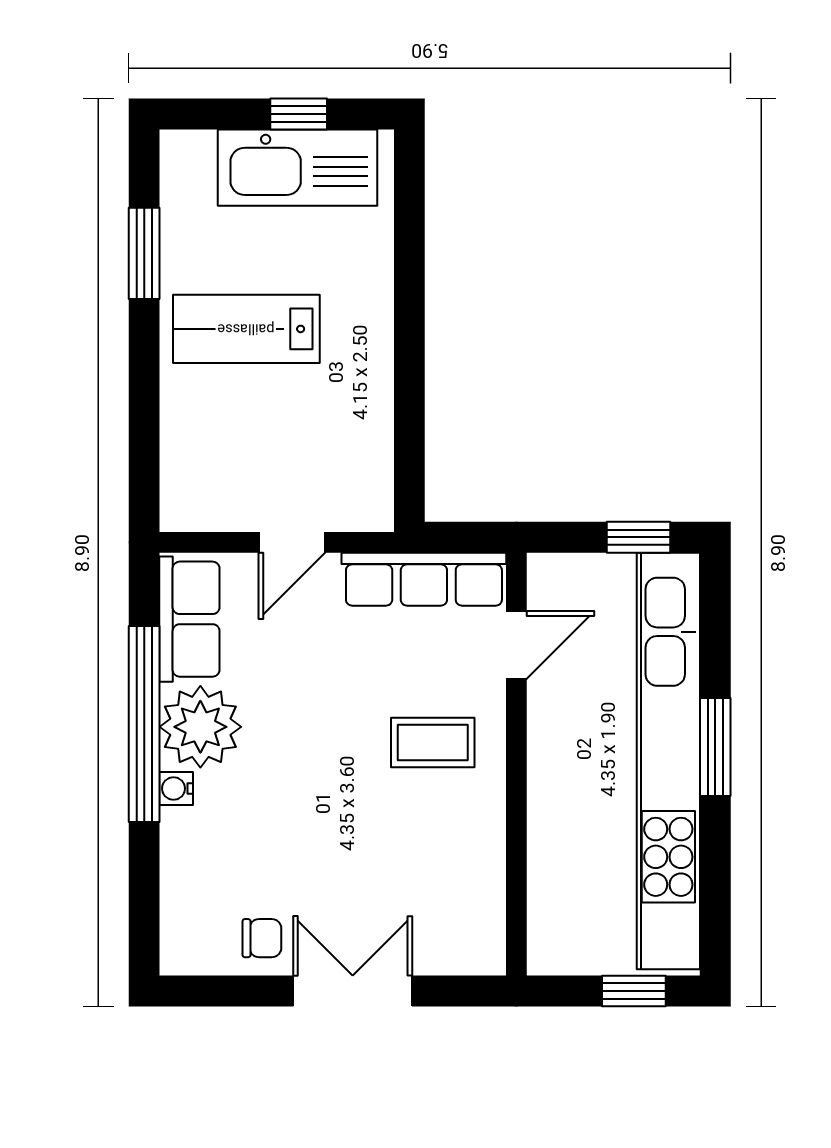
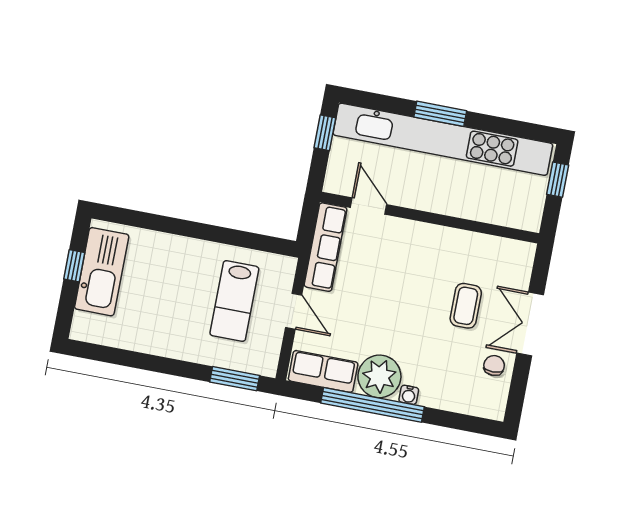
window: (144, 253) -> (235, 379), moved
lab bench: (246, 329) -> (234, 301), moved
coffee table: (433, 743) -> (466, 306), moved

